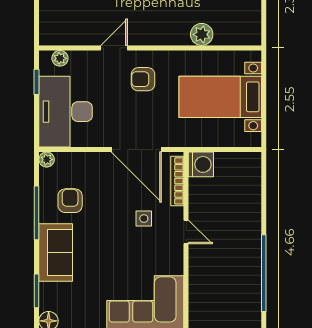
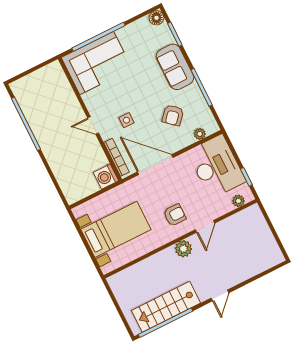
plant: (202, 34) -> (183, 249), moved
plant: (47, 160) -> (200, 134), moved
armchair: (70, 201) -> (173, 115), moved, turned 41

